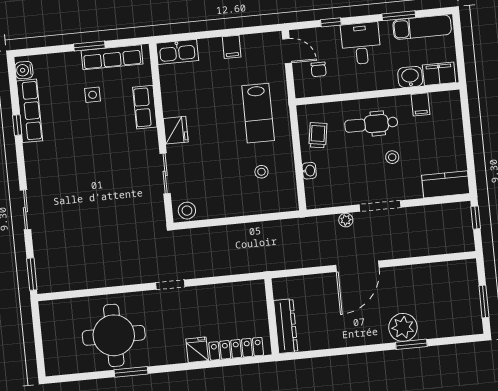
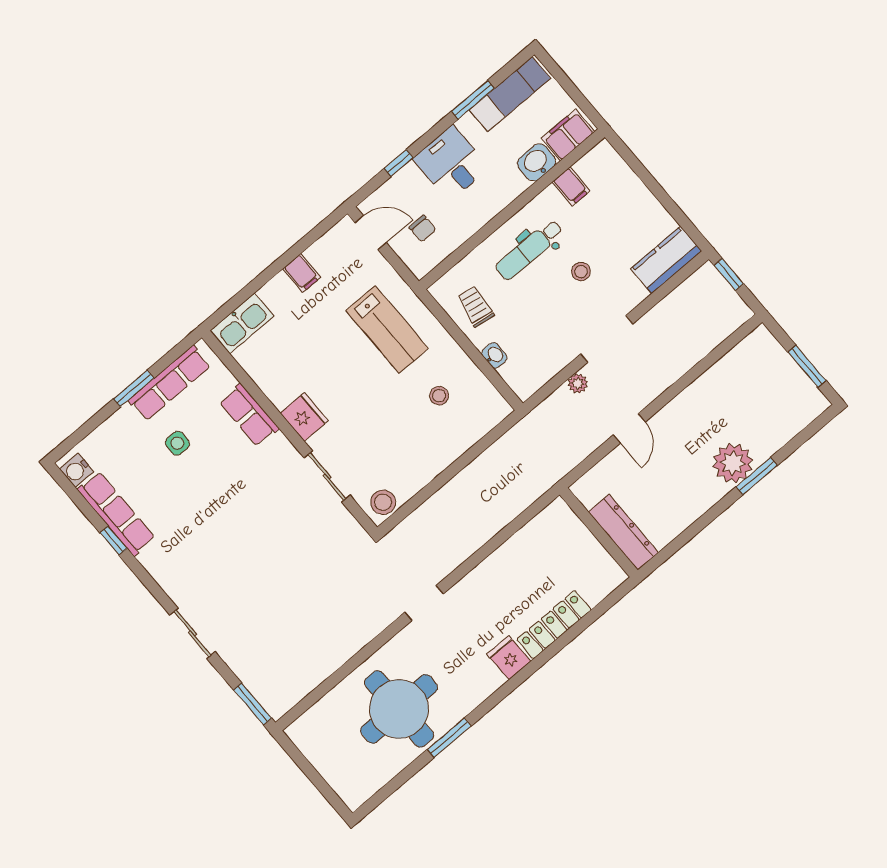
door: (357, 266) -> (629, 428), width x0.53
wall: (272, 316) -> (599, 532), moved
dresser: (286, 326) -> (623, 532), moved

